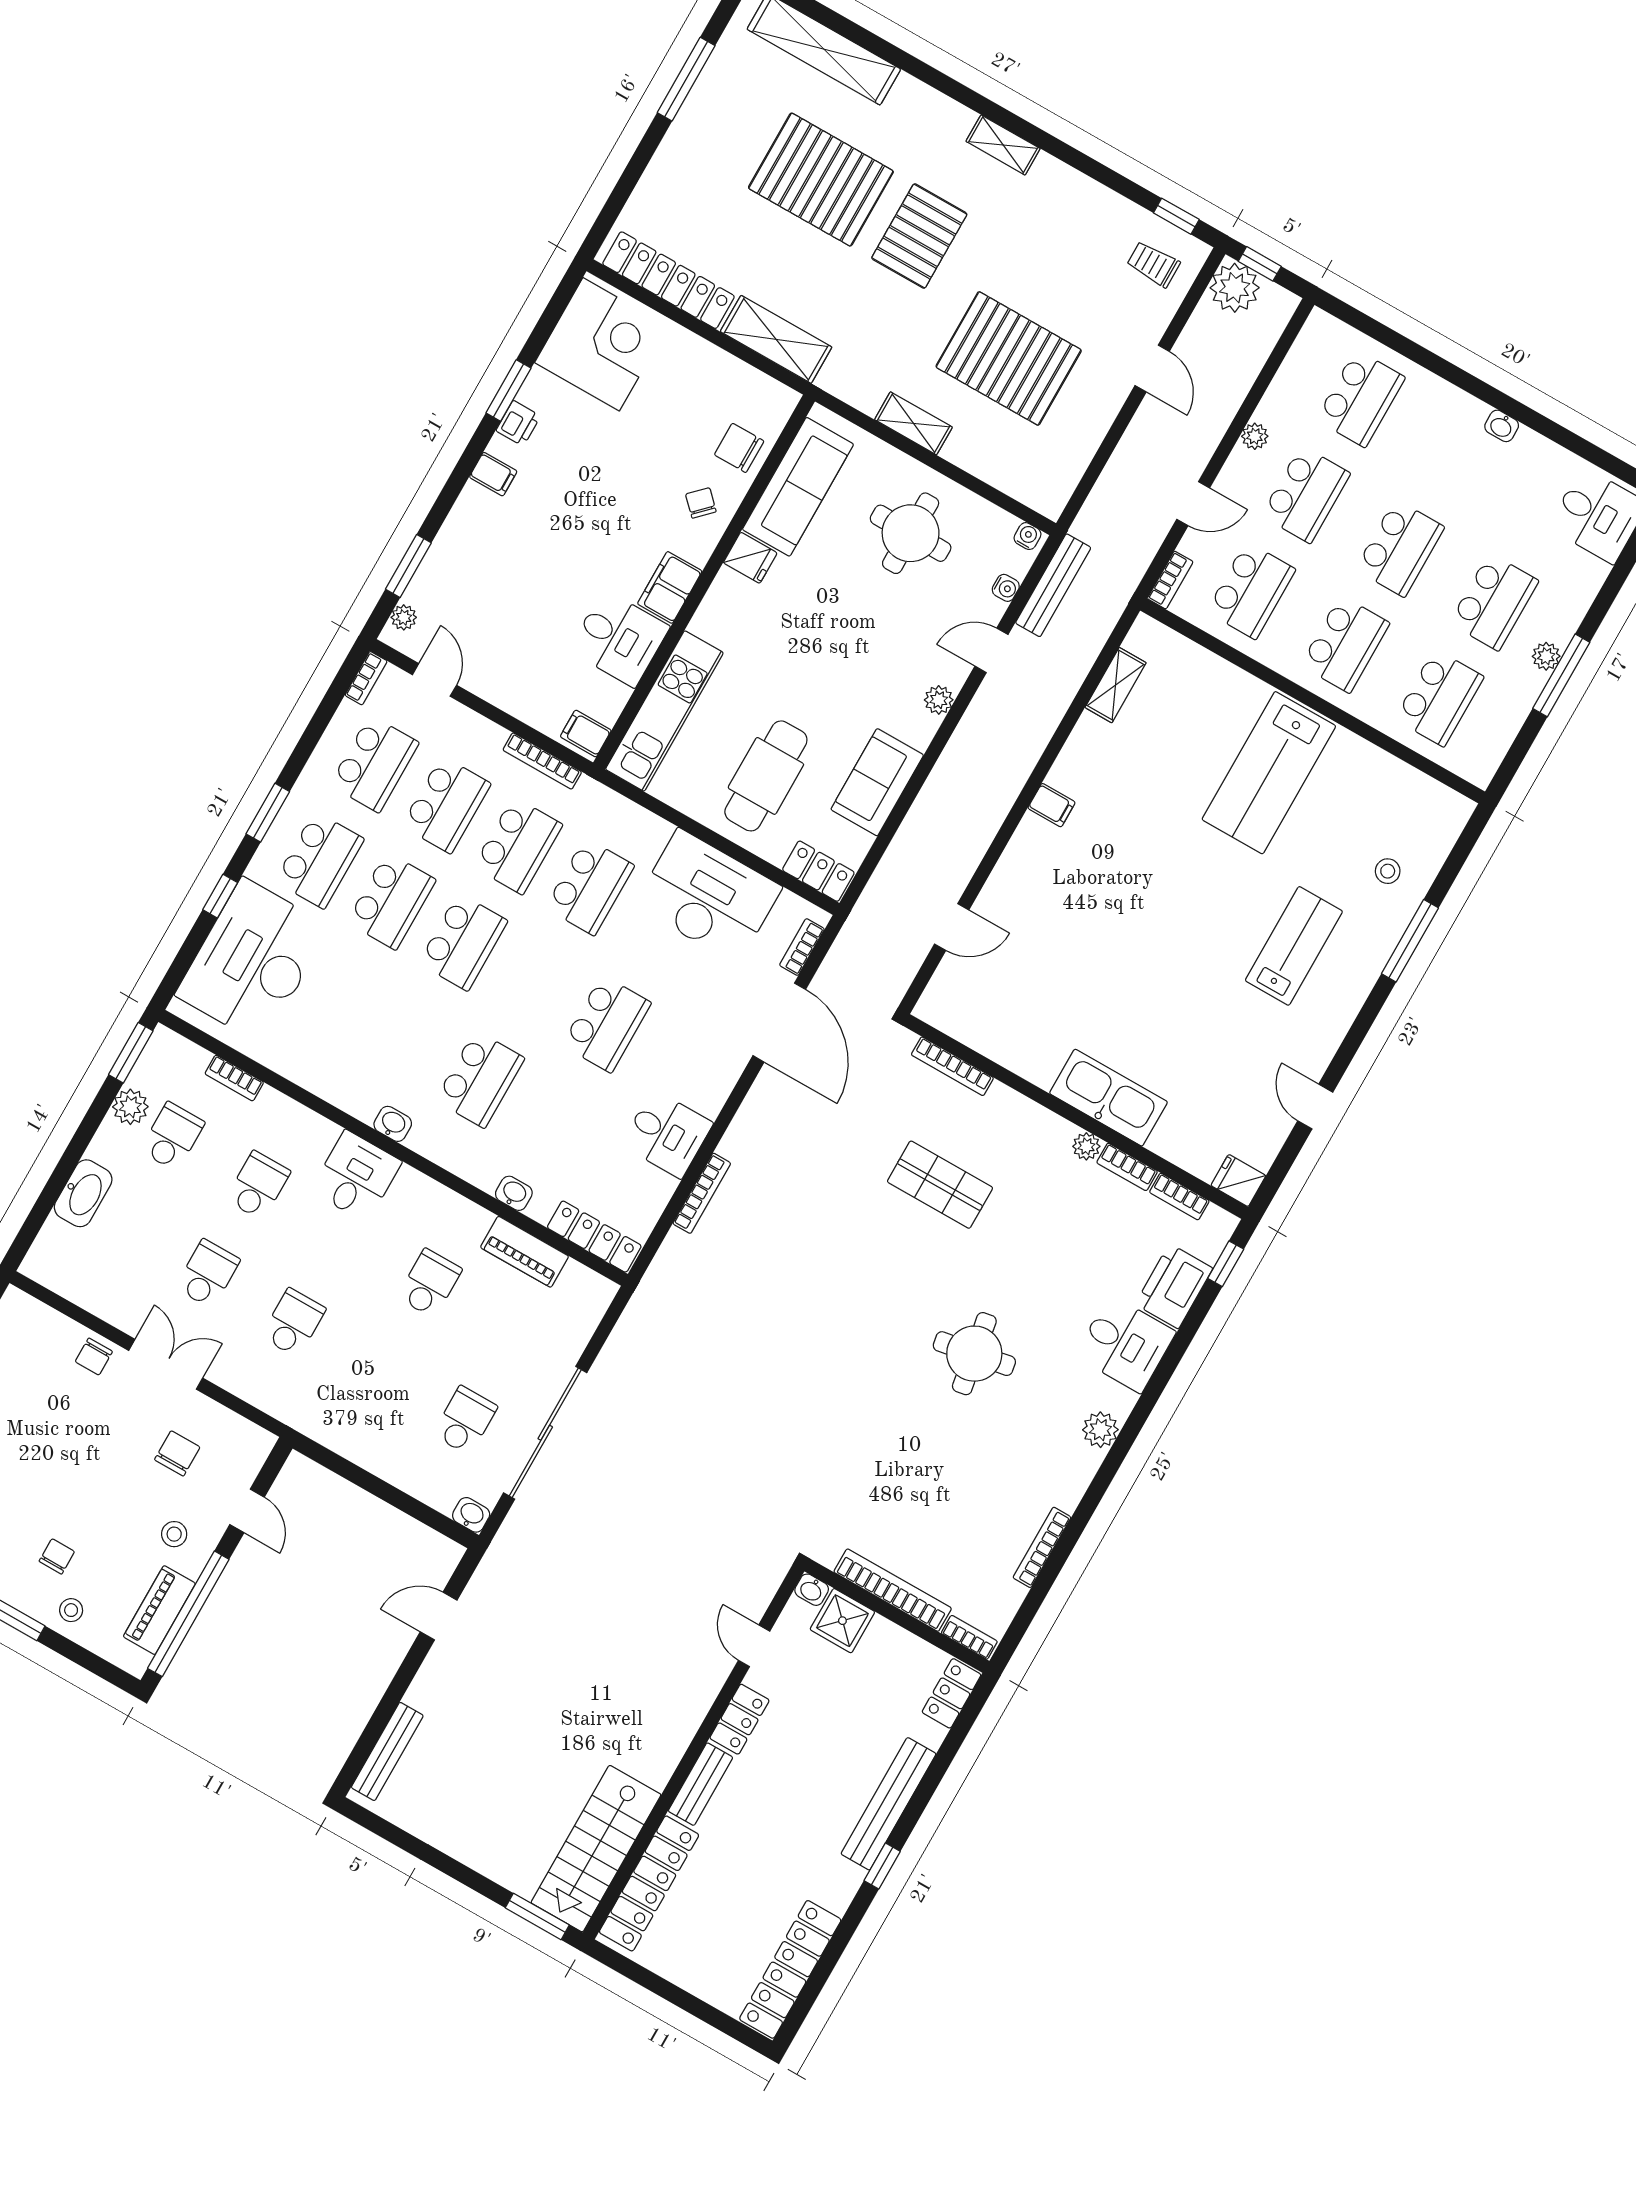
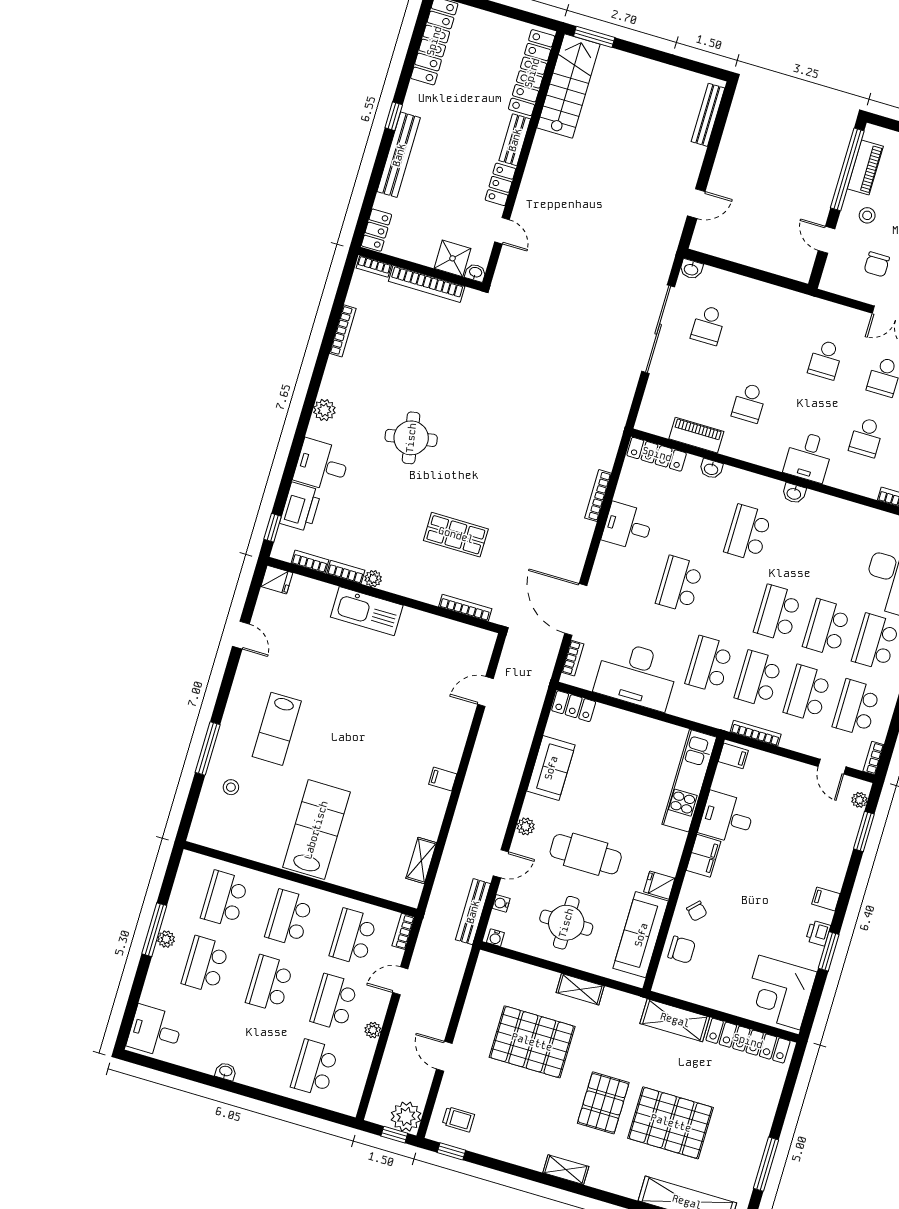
cafe table: (766, 776) -> (586, 854), moved, turned 90

